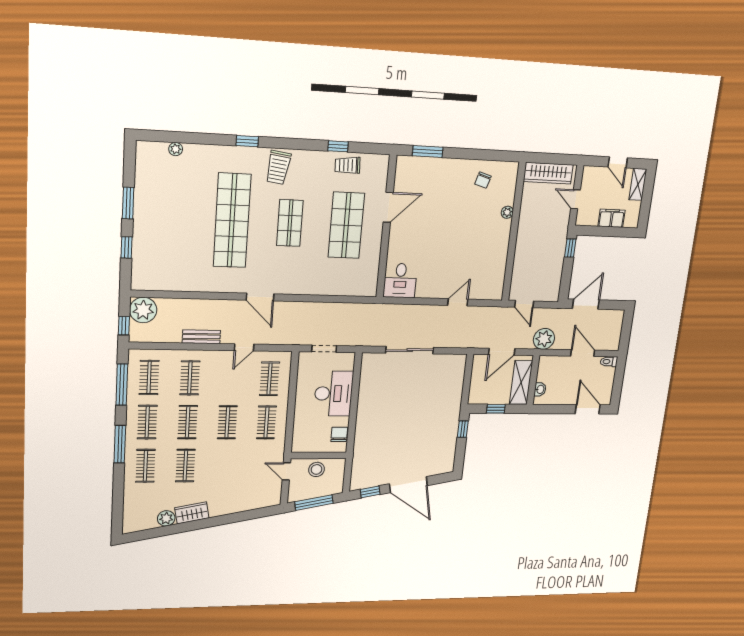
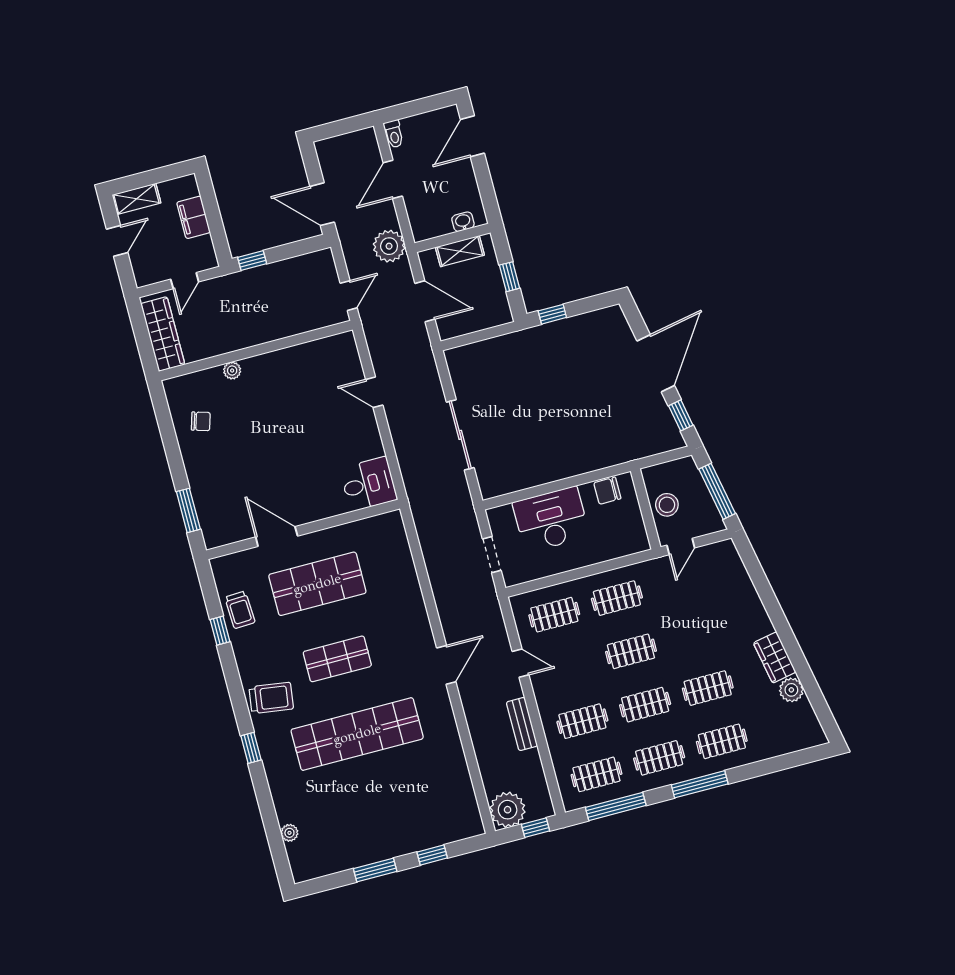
shelving: (521, 382) -> (460, 251), width x0.67, depth x0.75

